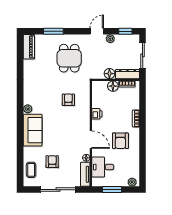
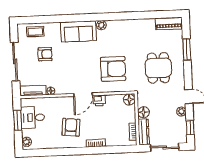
dining table: (69, 58) -> (158, 68), turned 90
floor lamp: (113, 86) -> (129, 100), moved
armchair: (68, 100) -> (113, 69), width x1.88, depth x1.88
door: (91, 140) -> (83, 95), moved
armchair: (120, 141) -> (71, 127), turned 96
desk: (103, 167) -> (33, 118), moved, turned -90

